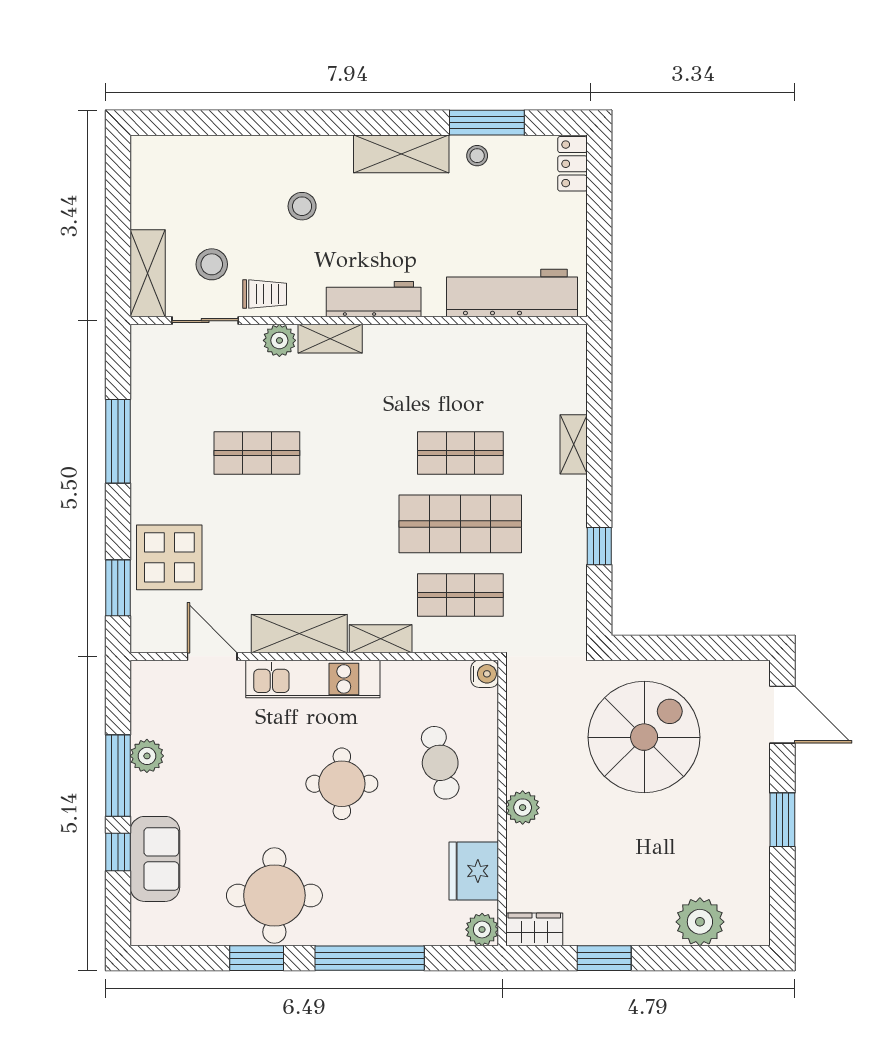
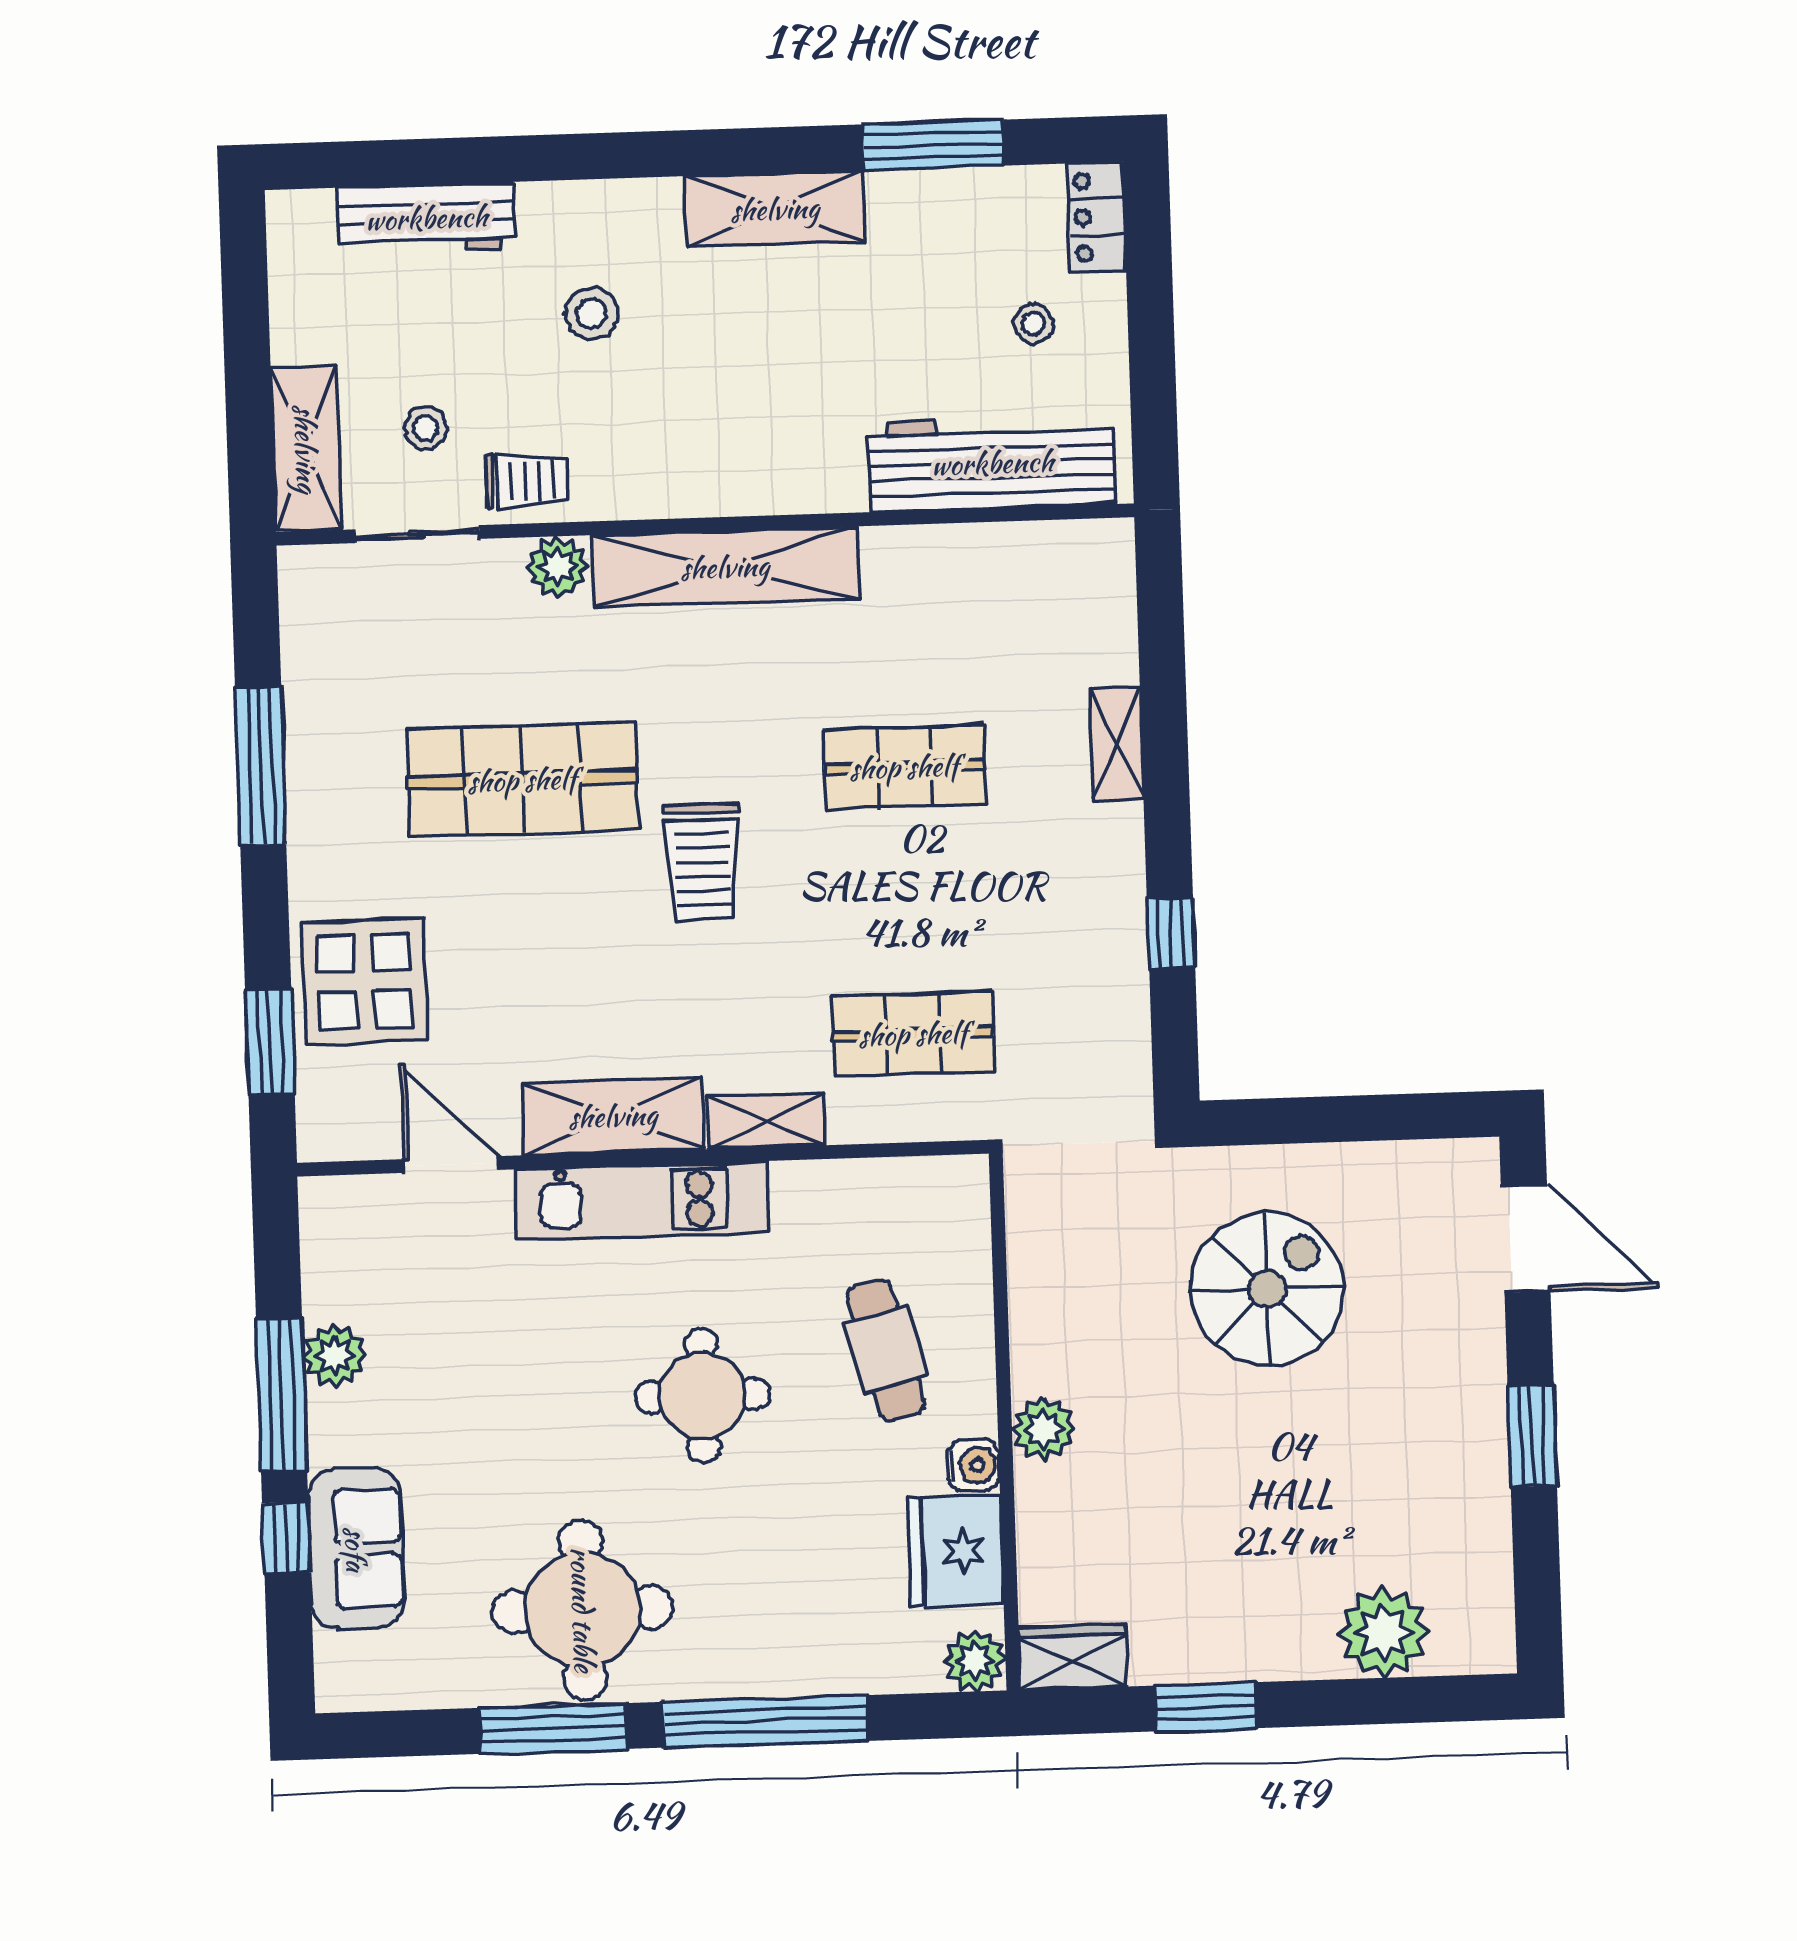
stool: (477, 156) -> (1033, 324), moved
stool: (212, 264) -> (426, 428), width x0.73, depth x0.73
workbench: (374, 299) -> (426, 218), moved, turned 180
shelving: (330, 339) -> (725, 567), width x2.20, depth x1.33
shop shelf: (257, 453) -> (522, 780), width x1.43, depth x1.36
trolley: (351, 500) -> (703, 862), added
shop shelf: (460, 524) -> (909, 900), removed
water cooler: (485, 674) -> (973, 1465), moved
spiral stairs: (644, 737) -> (1267, 1289), width x0.73, depth x0.73
window: (257, 958) -> (553, 1728), width x1.44

